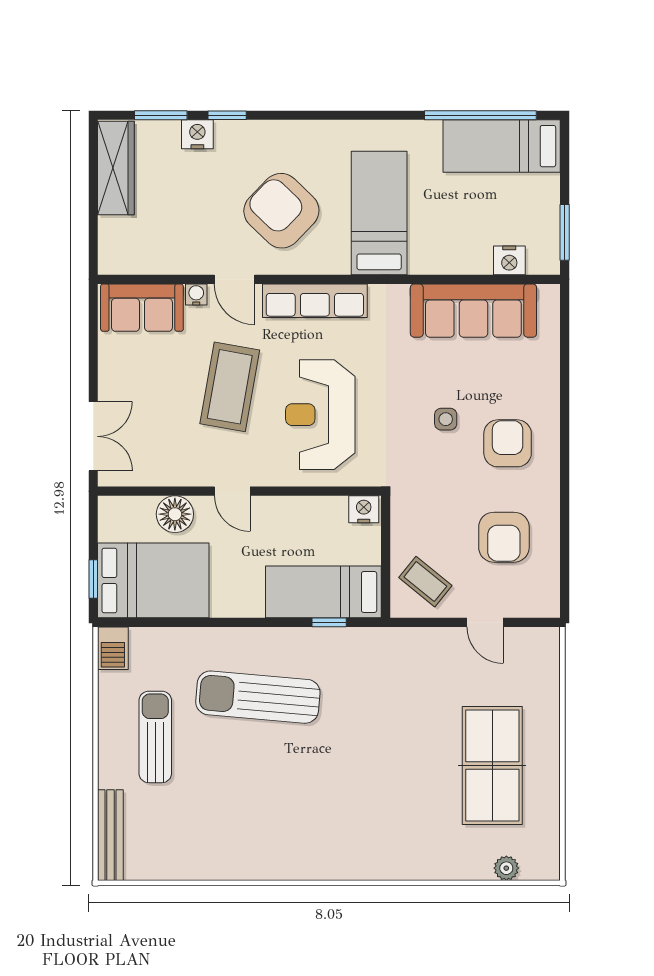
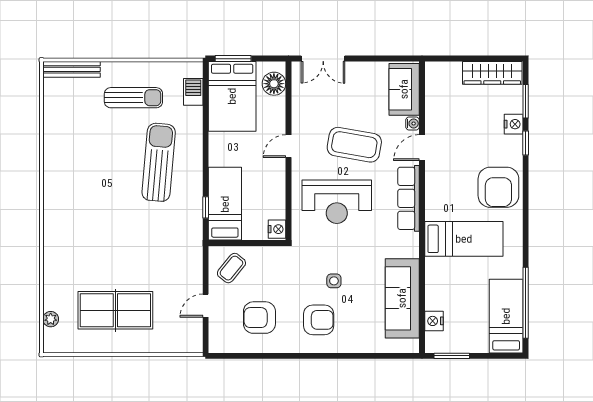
armchair: (281, 211) -> (498, 187), moved, turned 136
reception desk: (320, 415) -> (337, 202), turned 180
floor lamp: (175, 514) -> (274, 84), moved
window: (93, 579) -> (233, 59), width x1.50
barbecue: (113, 648) -> (193, 92), moved, turned 90

